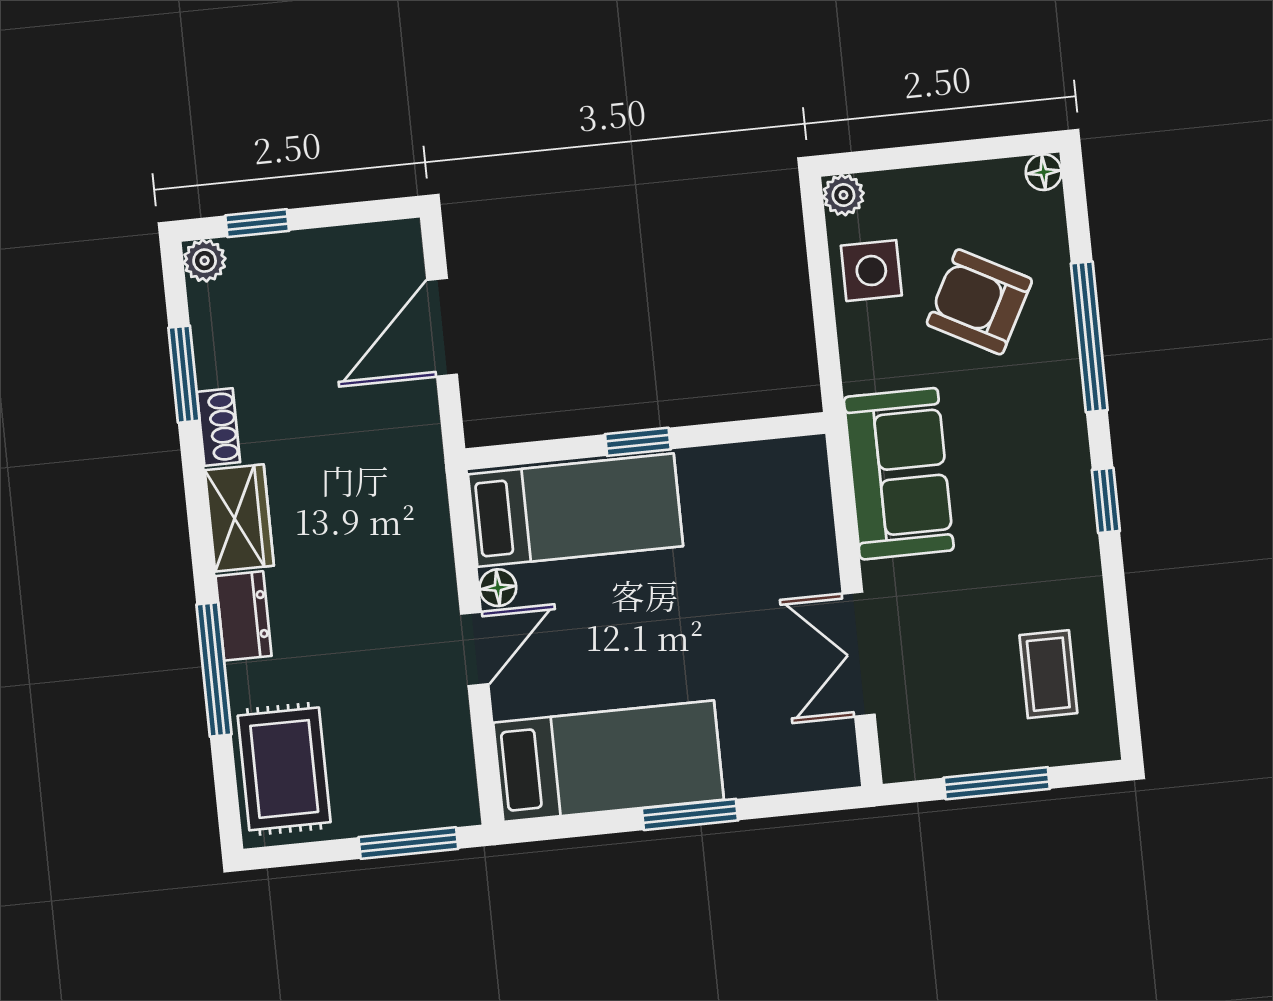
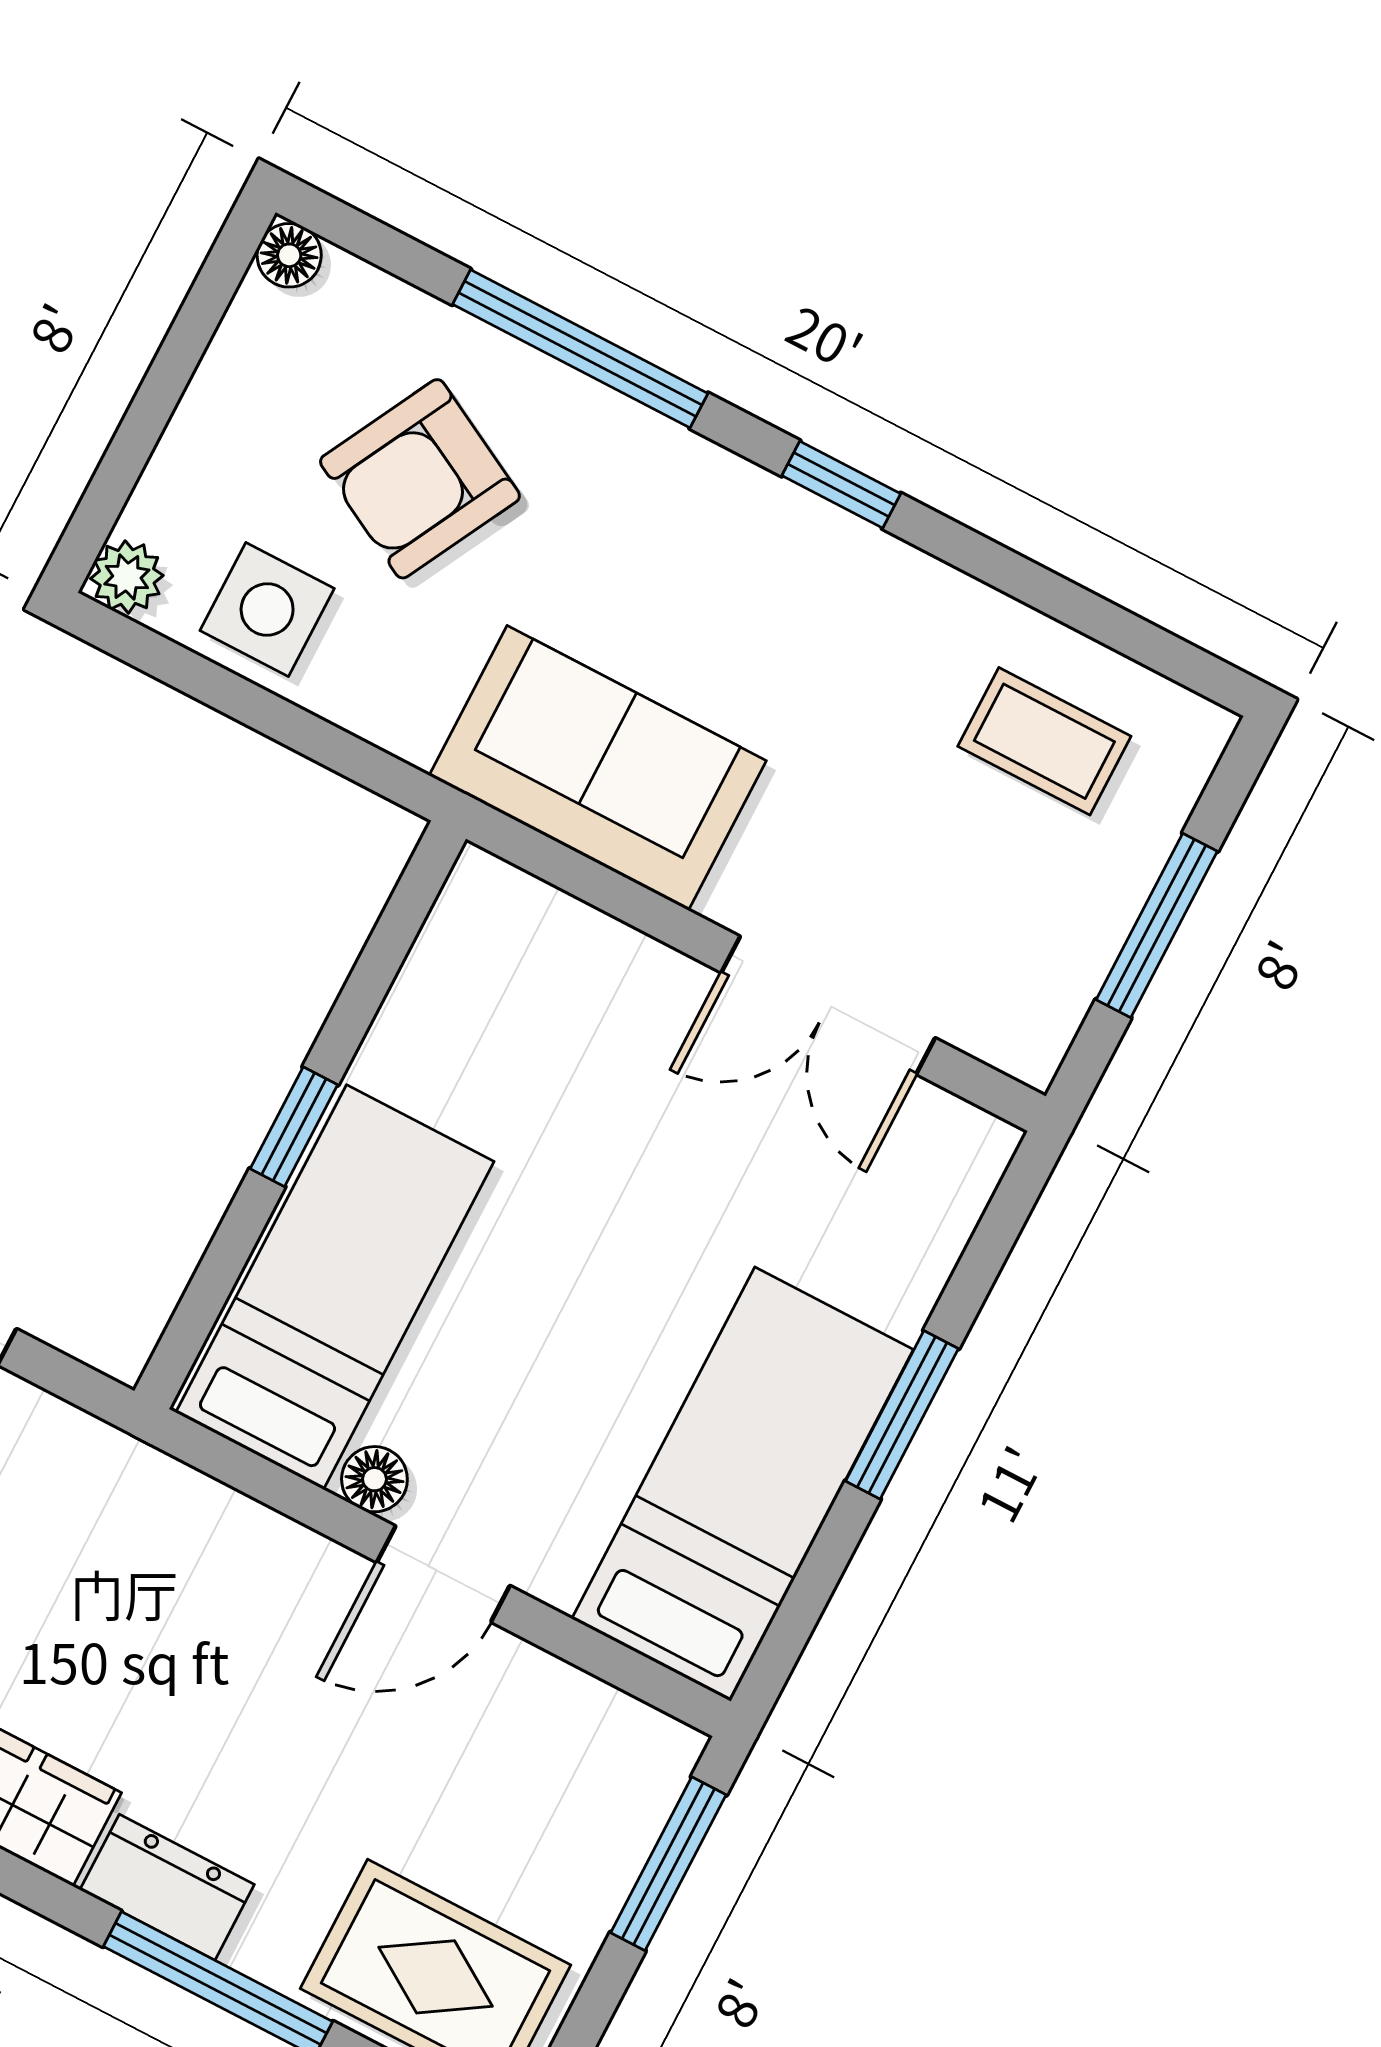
door: (475, 649) -> (443, 1574), swing flipped

